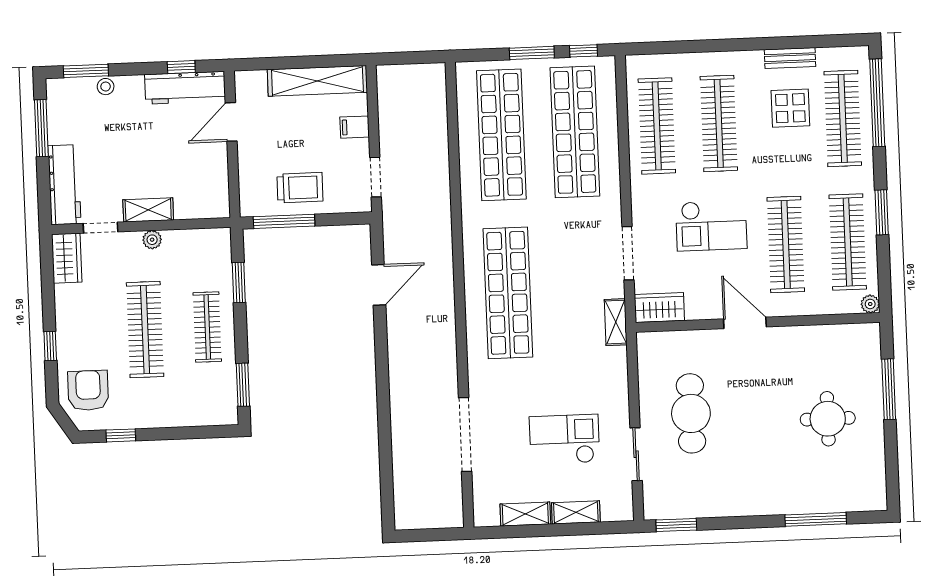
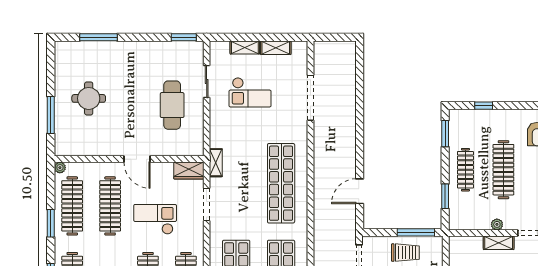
trolley: (300, 188) -> (405, 253), turned 180
window: (121, 435) -> (484, 106), moved

